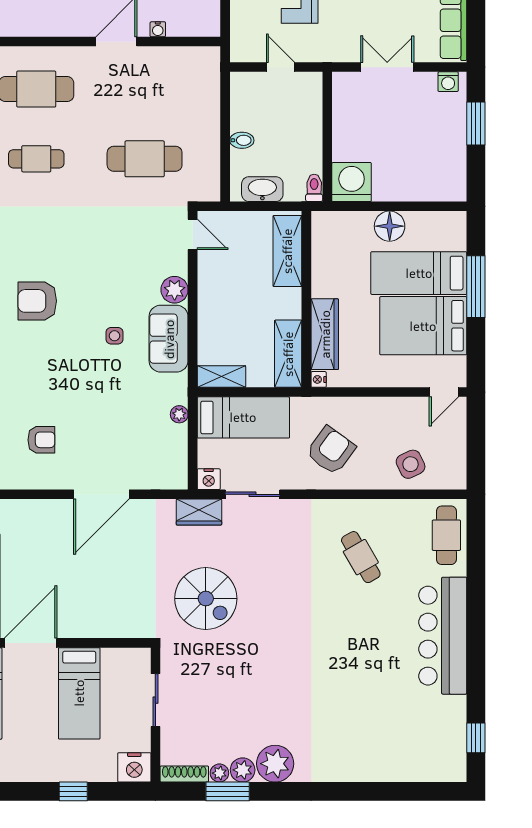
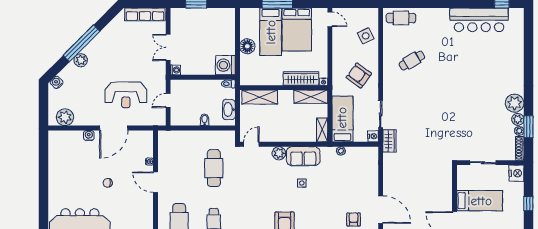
washing machine: (448, 82) -> (175, 70), moved
door: (101, 494) -> (381, 210), moved
spiral stairs: (206, 599) -> (432, 138), removed
bar counter: (443, 636) -> (479, 20), moved

